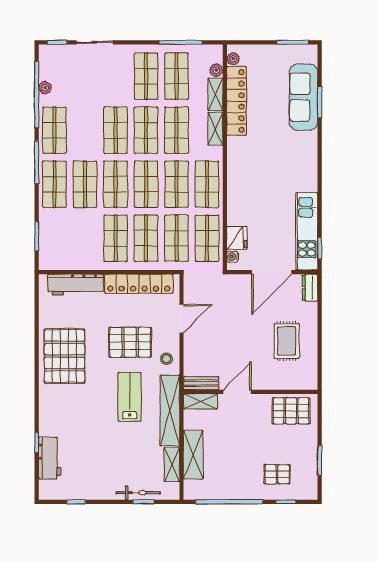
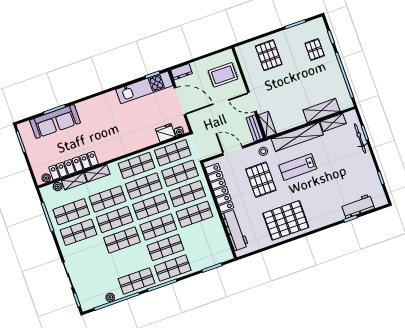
bench: (201, 383) -> (255, 128), moved
door: (237, 392) -> (252, 102), moved
wall: (251, 392) -> (249, 93), moved
shelving: (200, 402) -> (267, 124), moved

